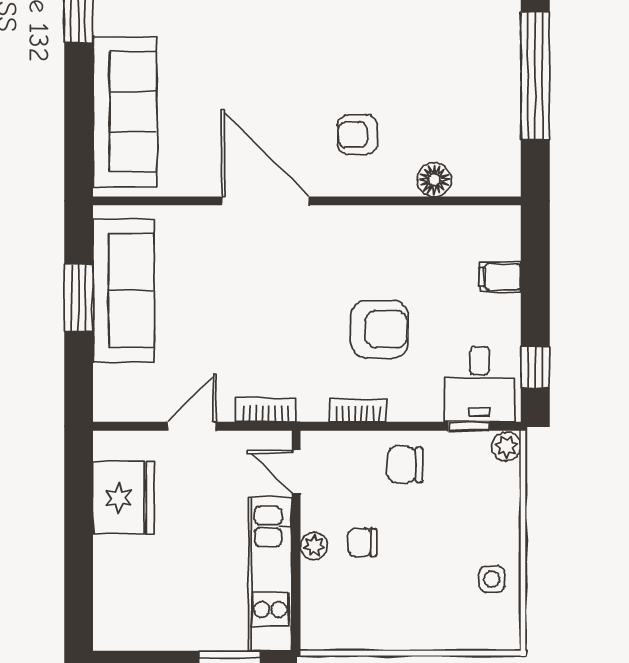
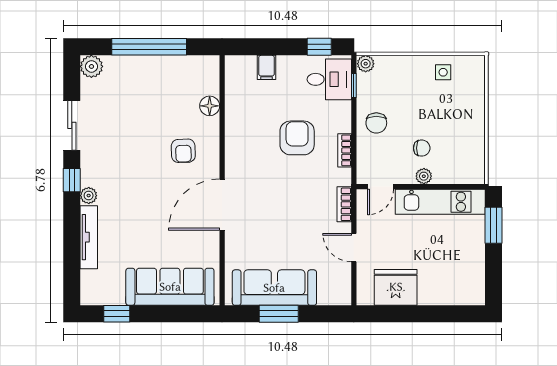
chair: (362, 542) -> (422, 148), turned -90

